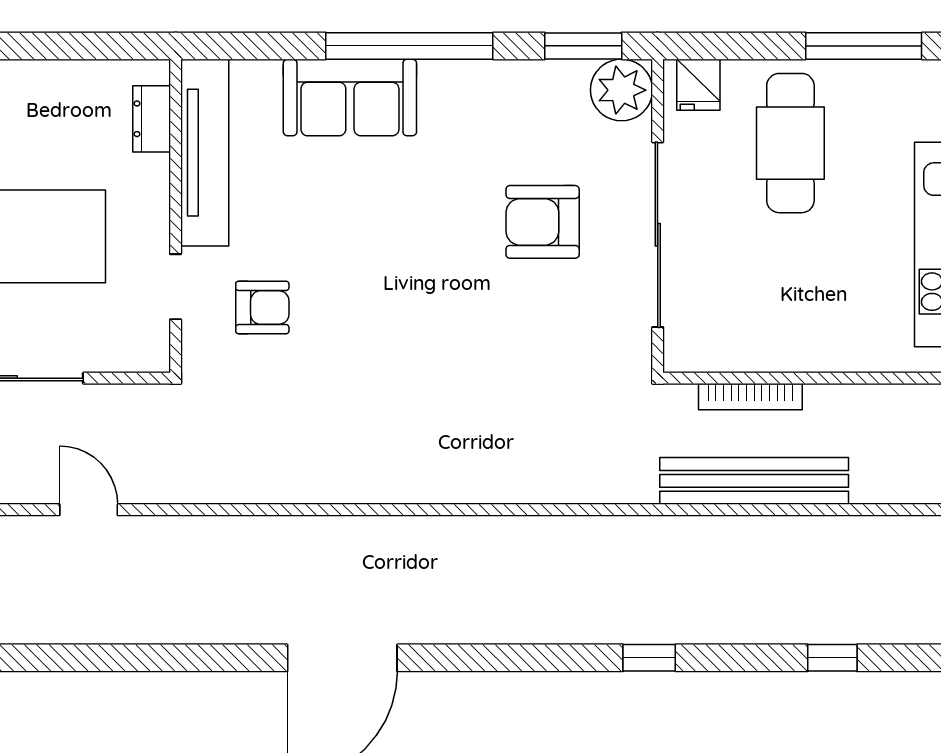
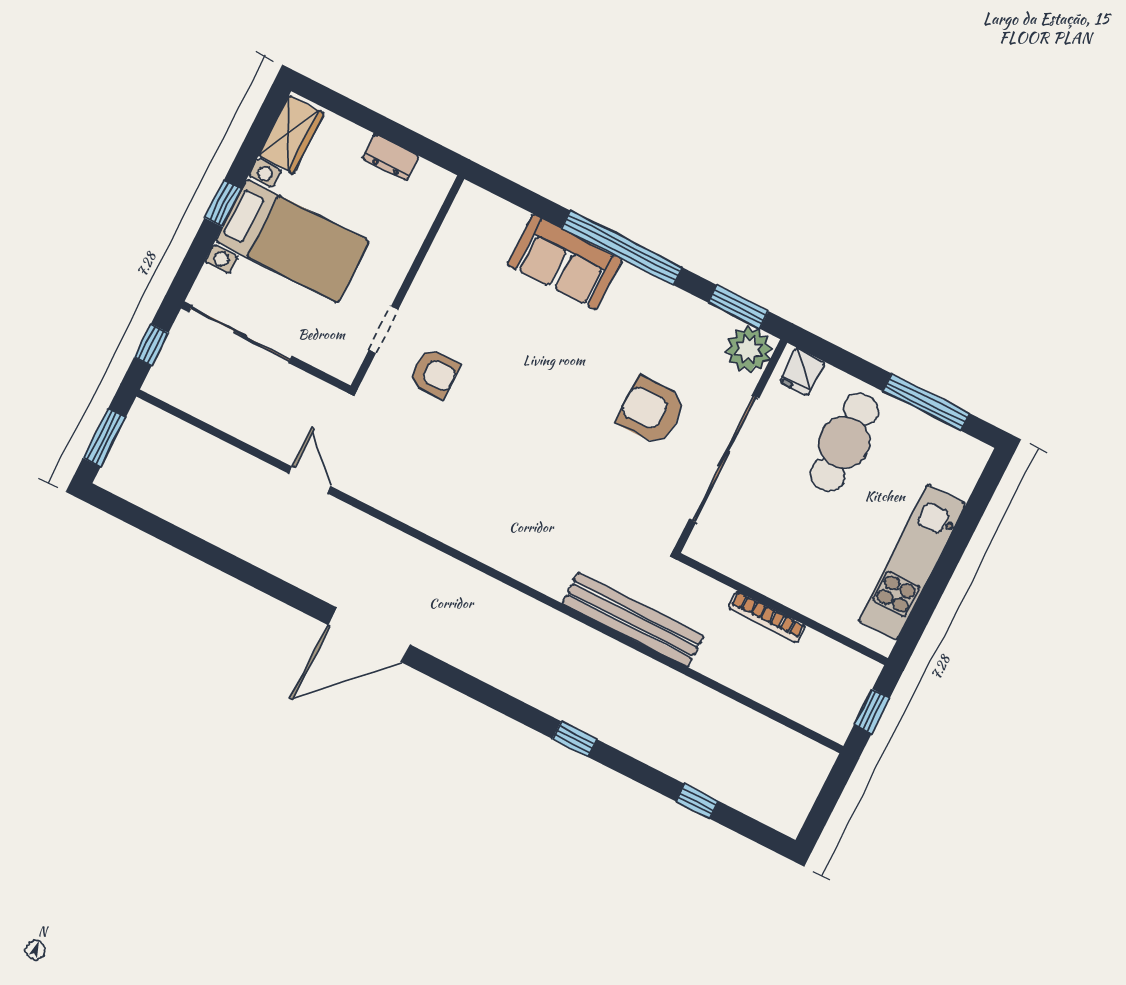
dresser: (152, 119) -> (391, 157), moved, turned -90
tv unit: (205, 153) -> (449, 250), removed
bookcase: (750, 397) -> (767, 617), moved
bench: (754, 481) -> (633, 620), moved
door: (89, 510) -> (310, 480), moved

